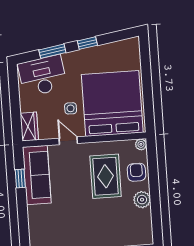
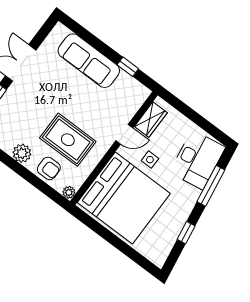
window: (87, 43) -> (186, 233), moved
window: (52, 51) -> (211, 186), width x1.44
wardrobe: (29, 127) -> (151, 120), moved, turned -90
sofa: (37, 175) -> (89, 61), moved

